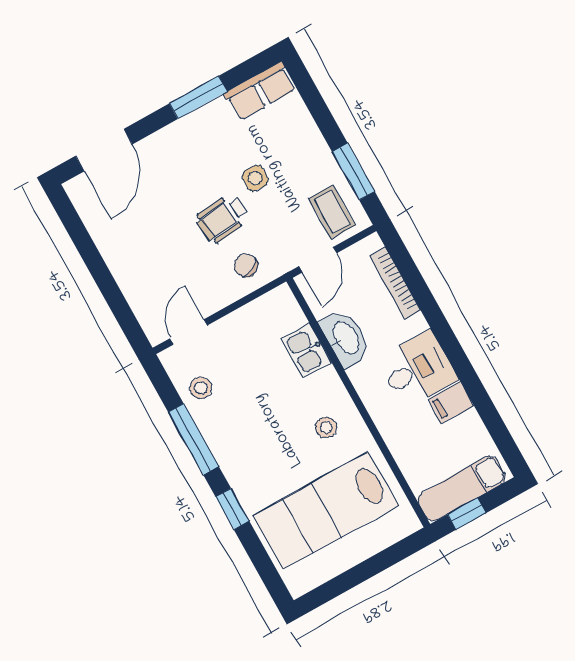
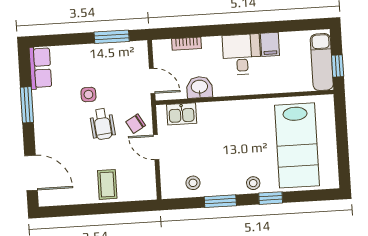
coffee table: (332, 212) -> (107, 184), moved, turned 90
bookcase: (395, 283) -> (186, 44), width x0.64
door: (189, 332) -> (156, 147), moved
washbasin: (345, 338) -> (199, 87), width x0.72
kitchen sink: (306, 351) -> (182, 114), moved
stool: (326, 427) -> (253, 183), moved
window: (193, 439) -> (220, 201), width x0.69

